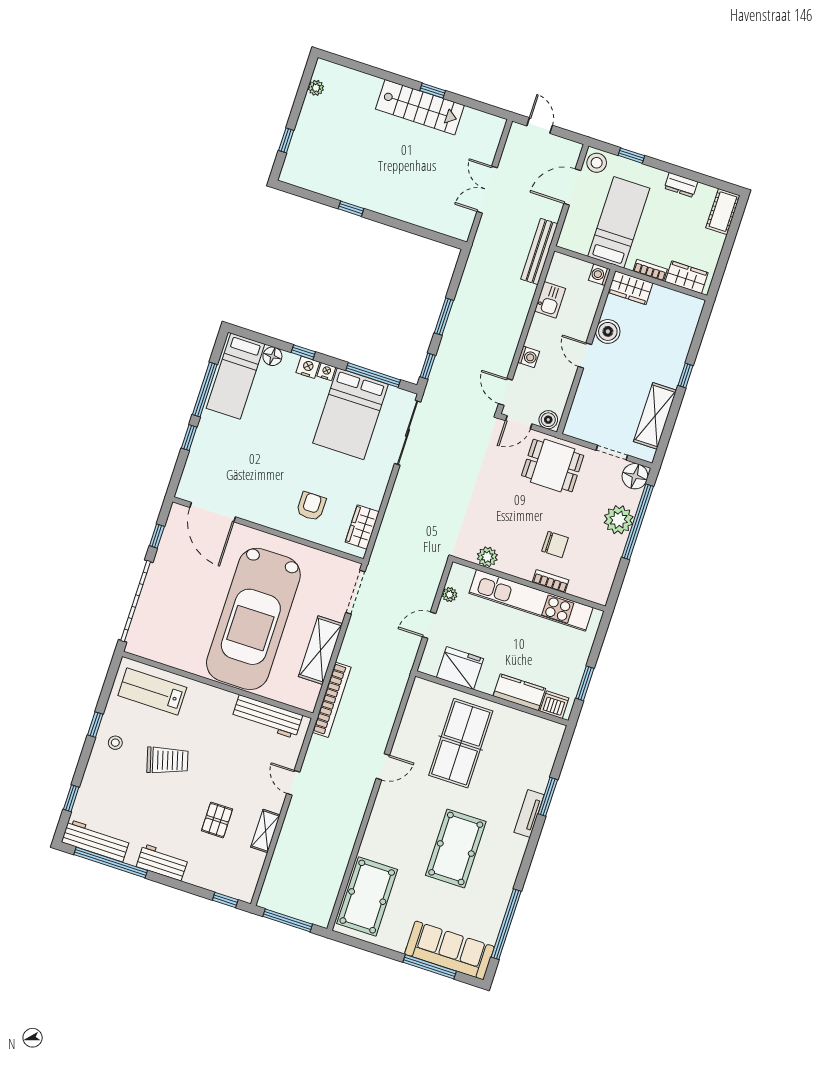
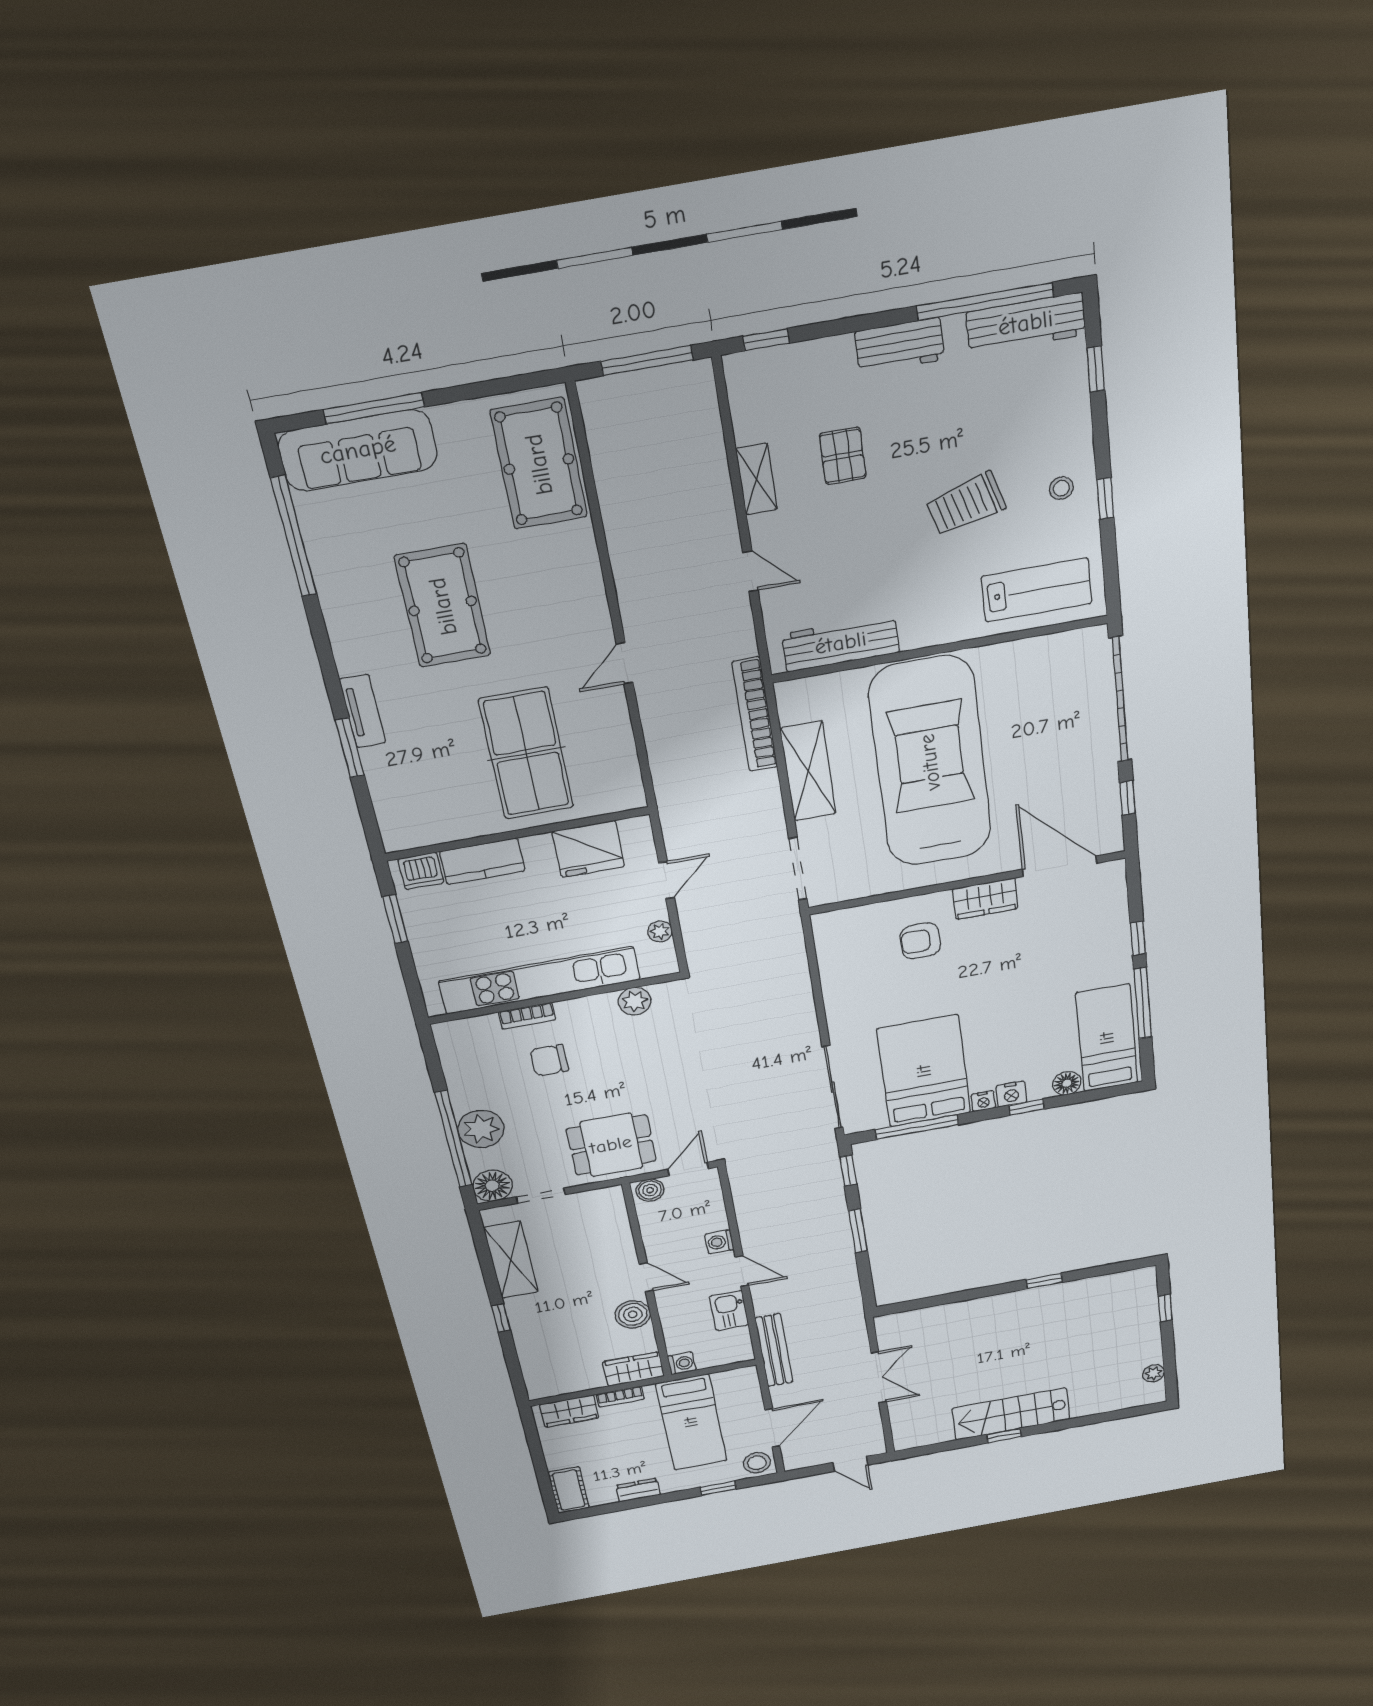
door: (505, 392) -> (742, 1271), moved
armchair: (311, 506) -> (920, 941), turned 90
wardrobe: (362, 527) -> (985, 899), moved, turned 90

